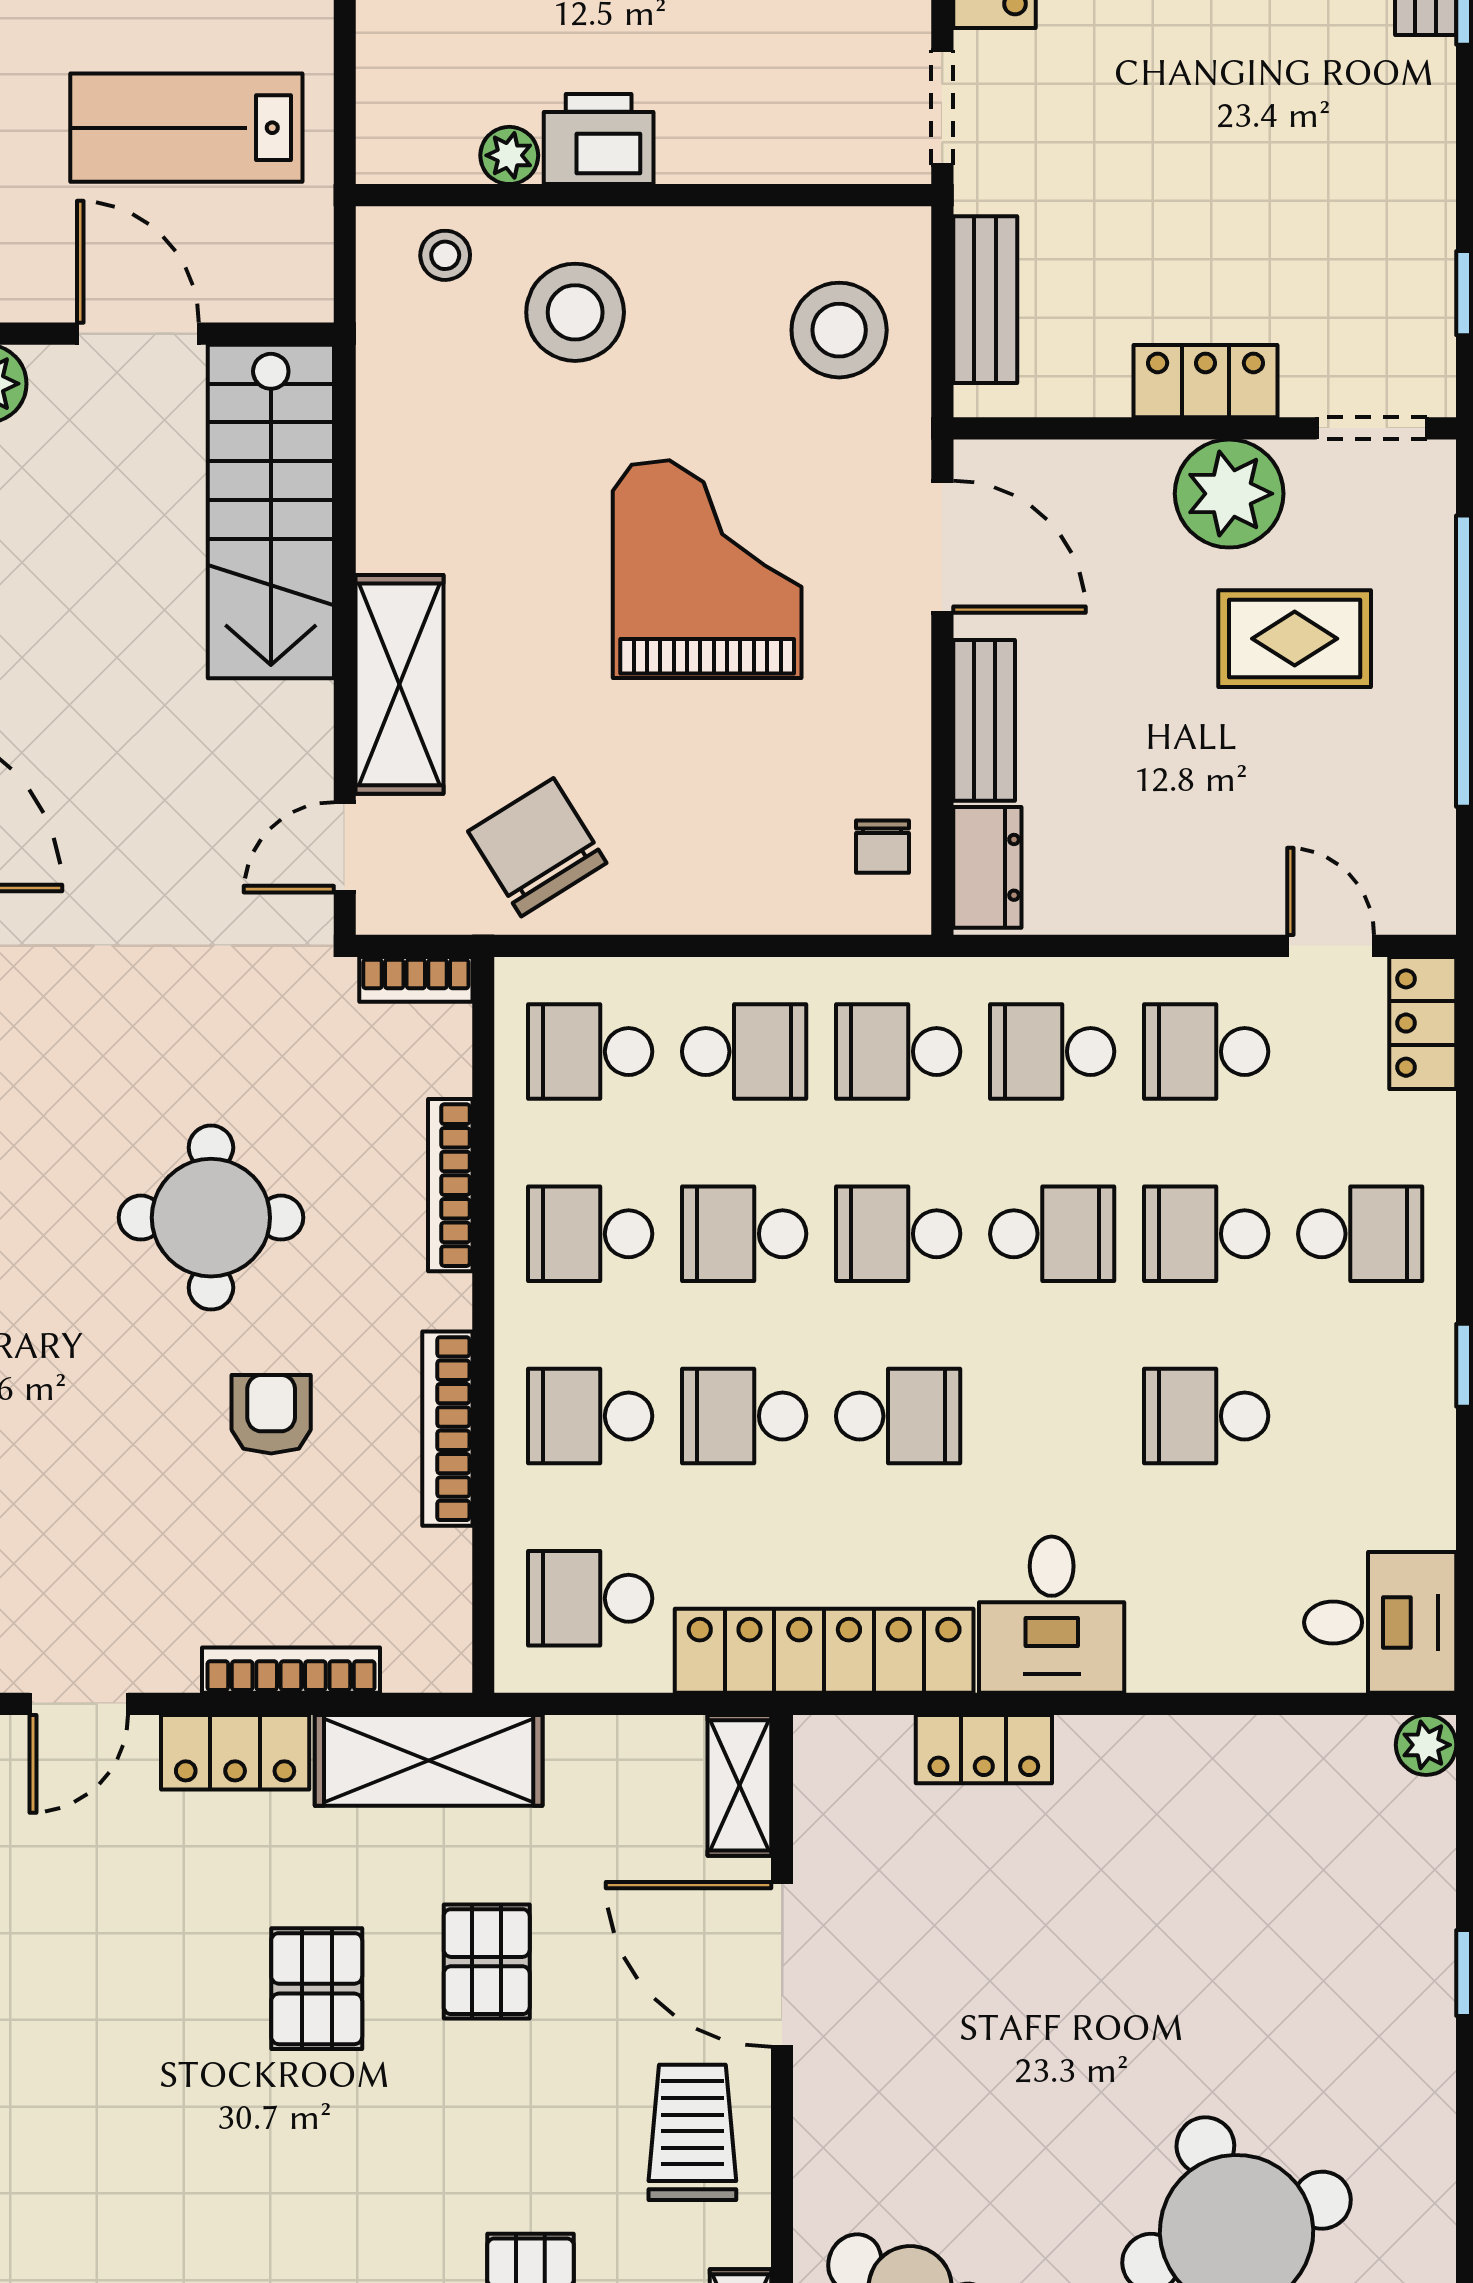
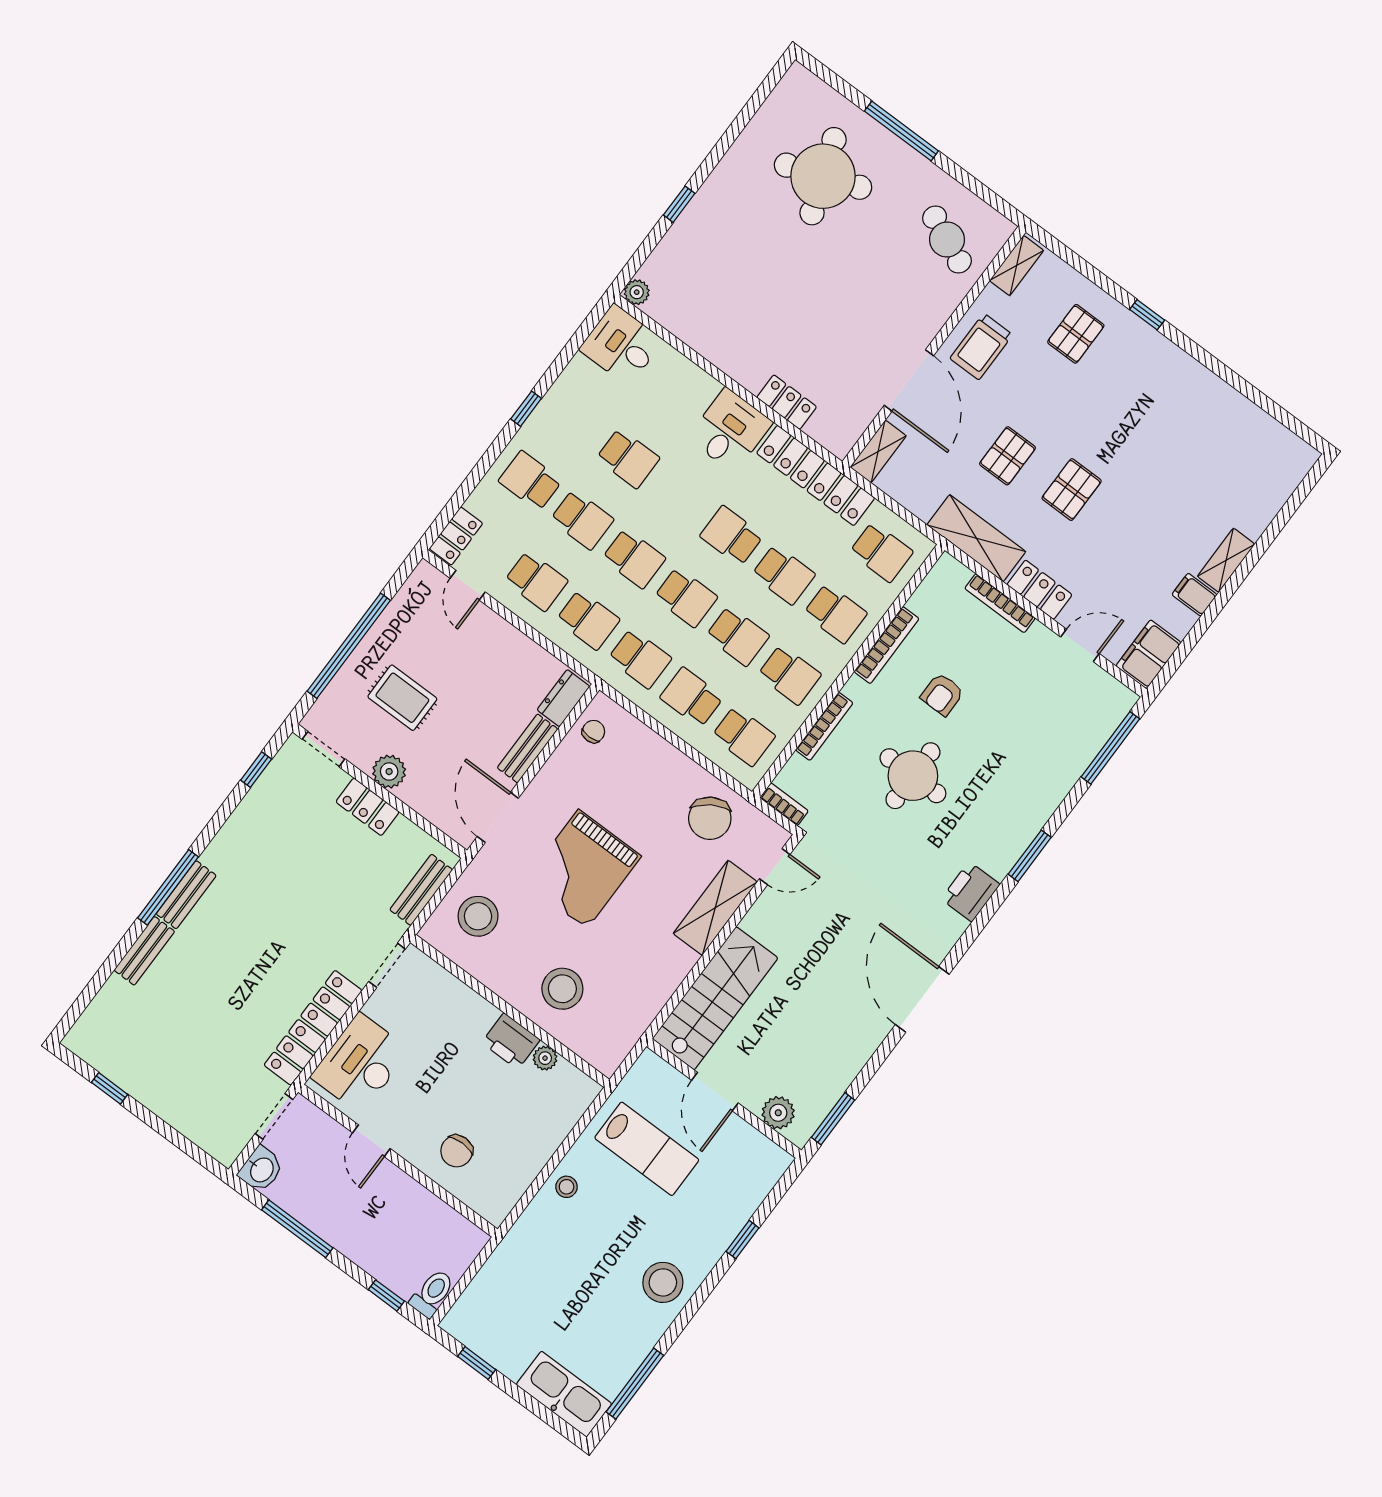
stool: (445, 255) -> (592, 1041), removed
plant: (1229, 494) -> (389, 772), width x0.73, depth x0.73
school desk: (1052, 1234) -> (634, 558), turned 180

